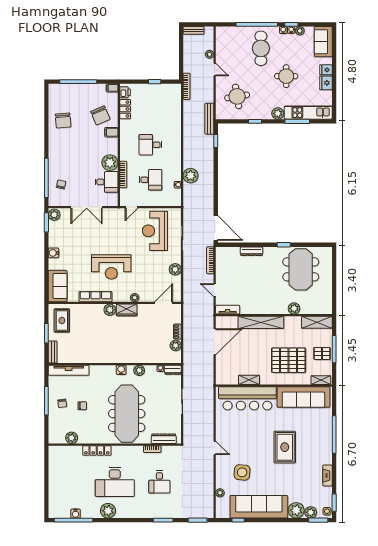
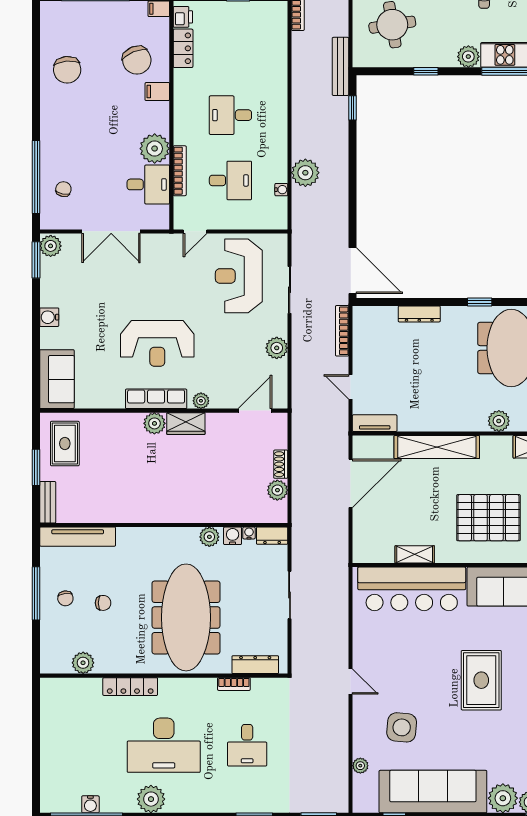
row of seats: (95, 297) -> (156, 399), moved
water cooler: (121, 370) -> (233, 536), moved

